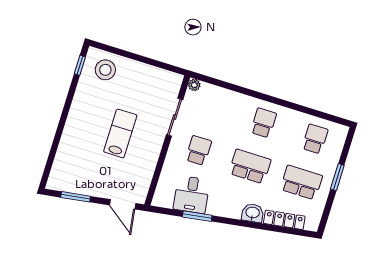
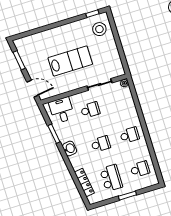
lab bench: (120, 133) -> (70, 61), width x1.36, depth x1.39
school desk: (250, 166) -> (101, 144), width x0.54
desk: (191, 195) -> (62, 110), moved, turned 98
door: (123, 204) -> (33, 89), swing flipped
washbasin: (253, 213) -> (70, 149), moved

